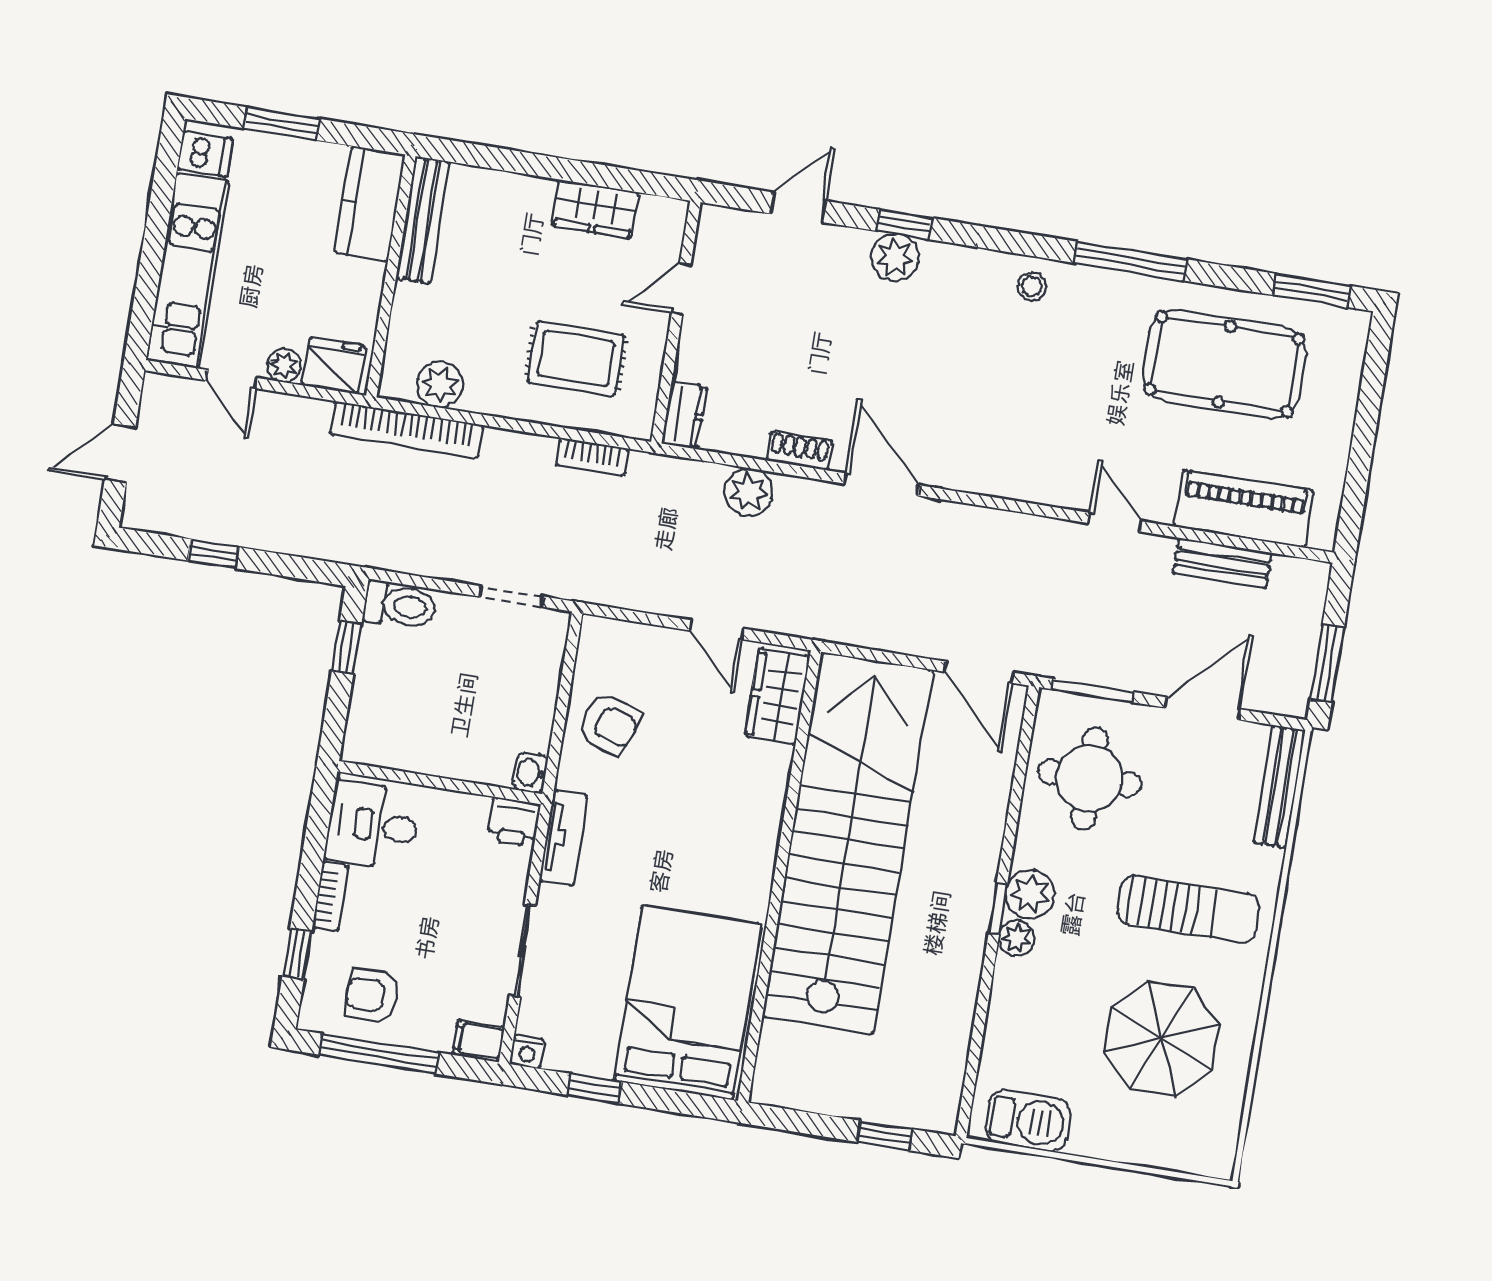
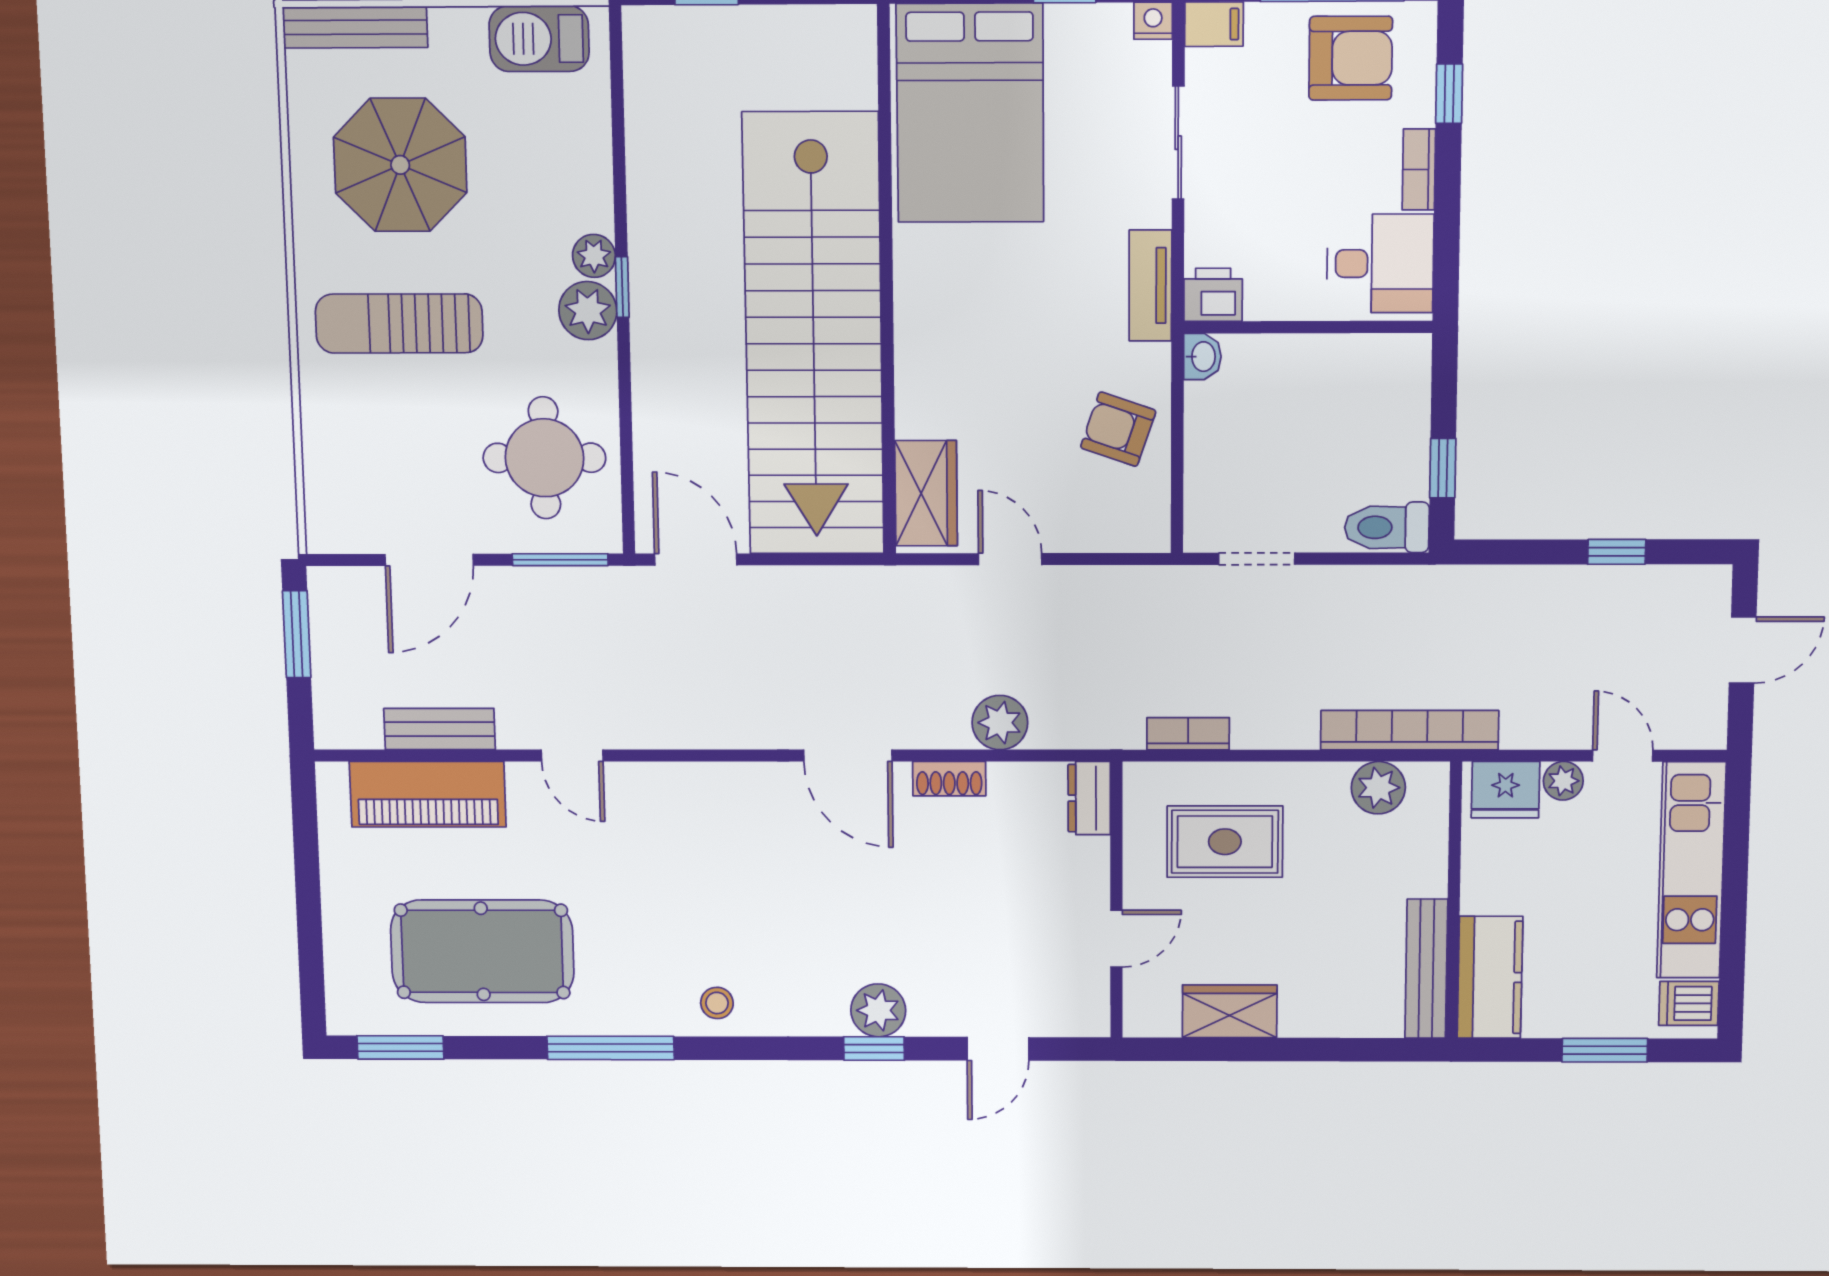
bench: (1279, 787) -> (355, 27), moved, turned 90
armchair: (372, 995) -> (1351, 58), width x1.38, depth x1.38

